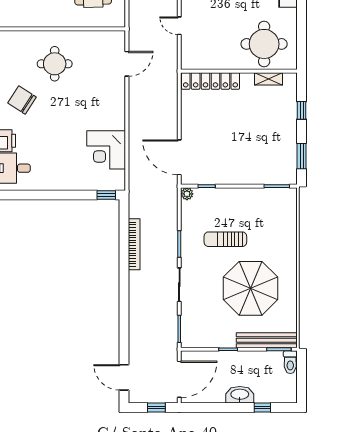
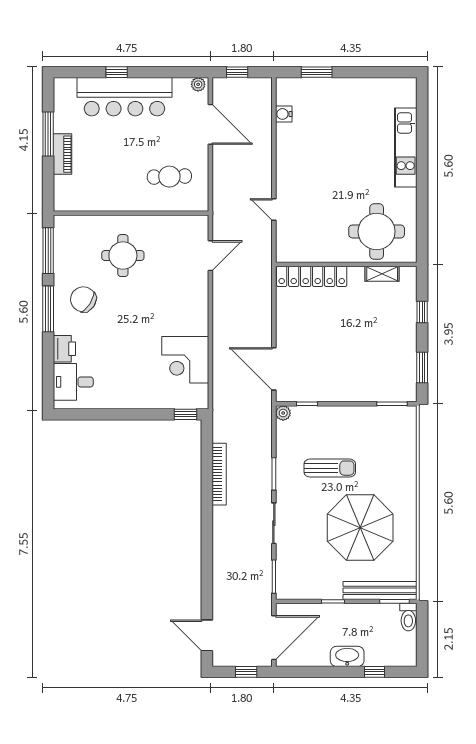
sun lounger: (225, 239) -> (330, 468), turned 180

